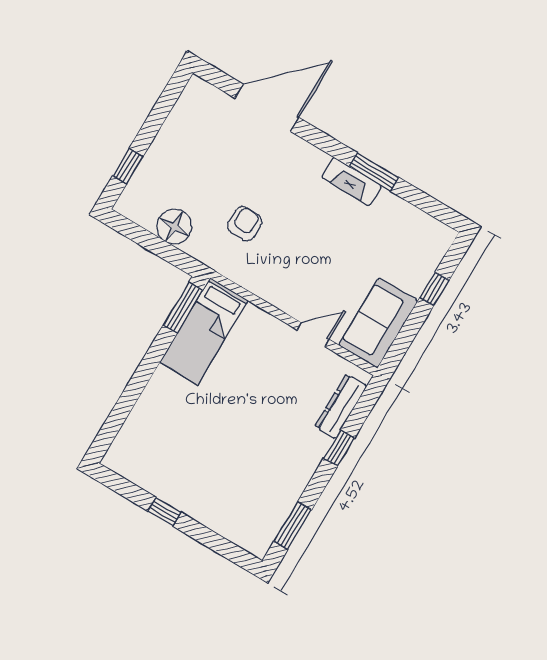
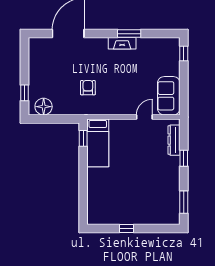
floor lamp: (174, 227) -> (44, 107), moved
window: (434, 289) -> (184, 53), moved
window: (183, 308) -> (83, 138), width x0.67

